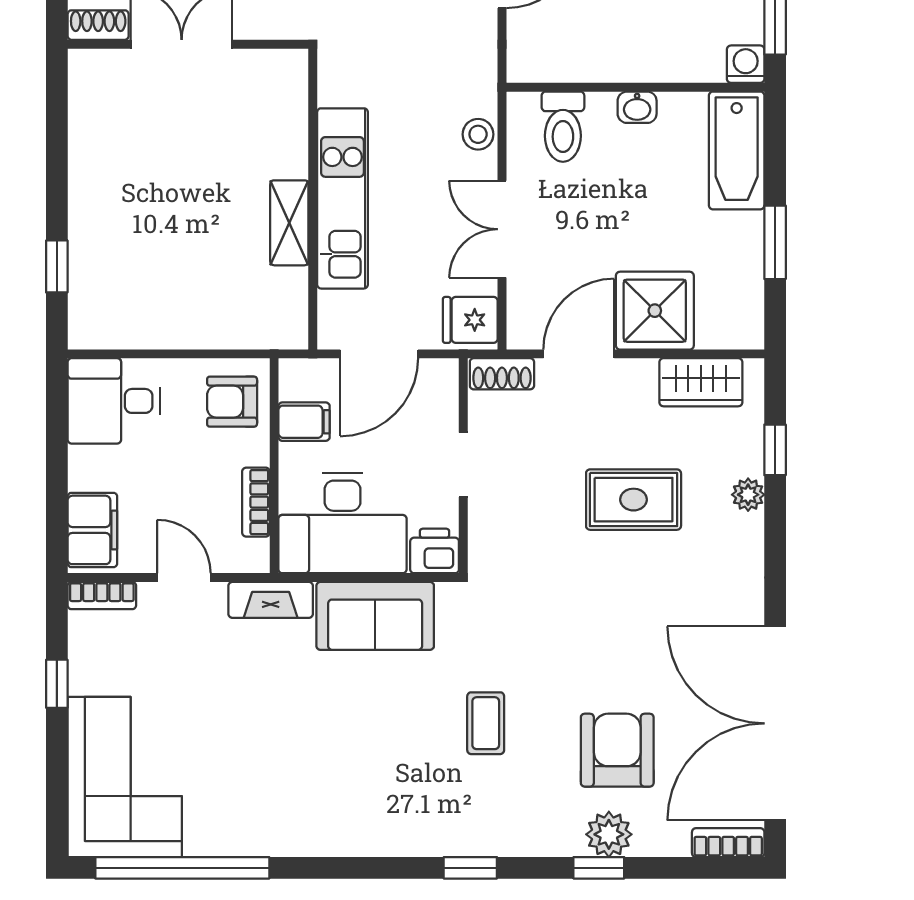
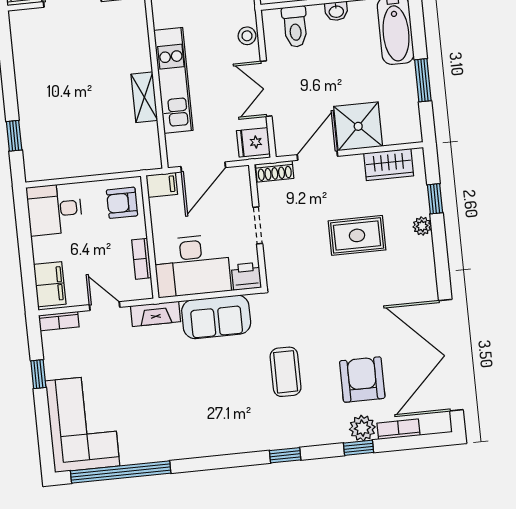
filing cabinet: (304, 422) -> (162, 185), moved
coffee table: (486, 723) -> (286, 372), width x1.36, depth x1.30
bookcase: (728, 843) -> (398, 429), moved

